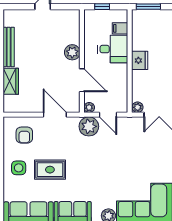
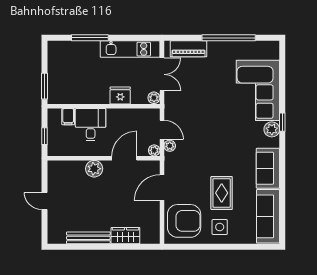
fridge: (140, 60) -> (120, 95), moved
door: (108, 115) -> (162, 130), hinge flipped
plant: (89, 126) -> (170, 146), width x0.53, depth x0.53
armchair: (24, 135) -> (184, 221), width x1.88, depth x1.88

